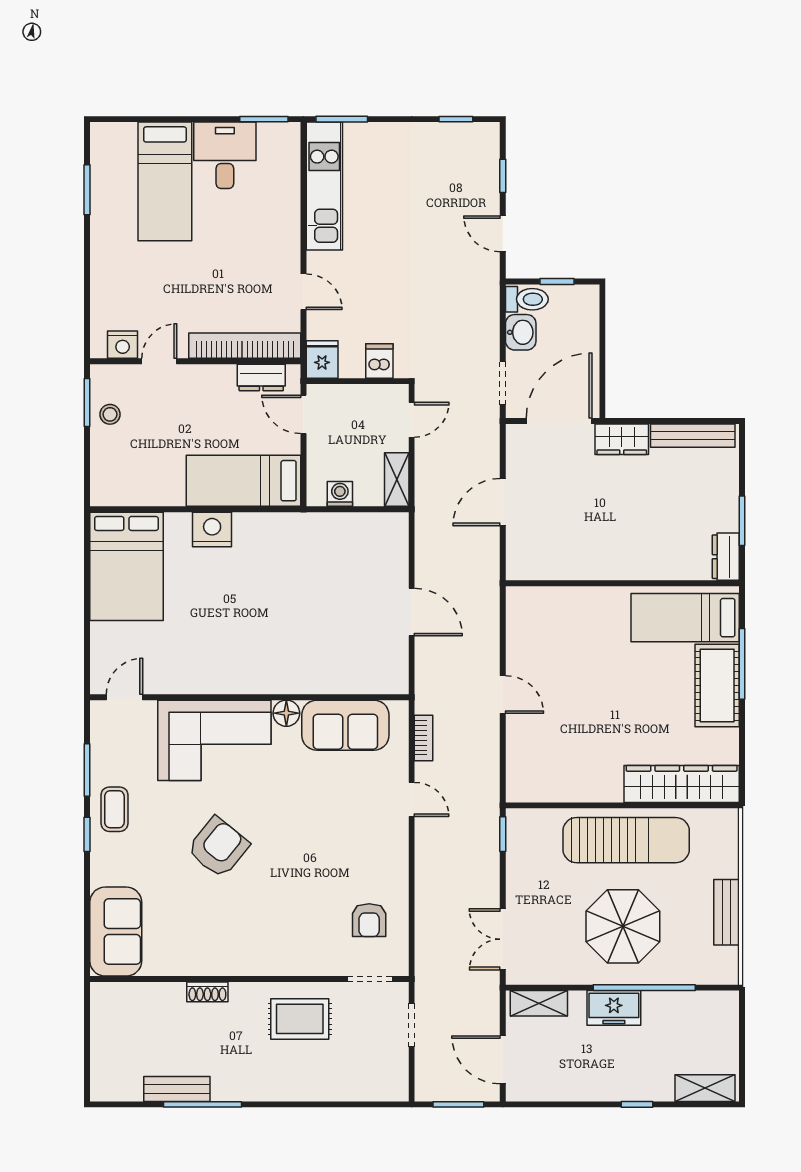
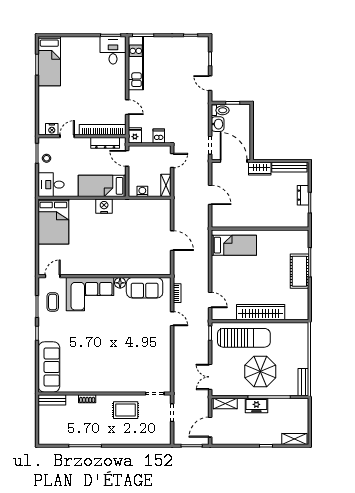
desk: (225, 155) -> (113, 50), moved
bed: (165, 181) -> (49, 61), moved
dresser: (261, 377) -> (105, 143), width x1.44
door: (559, 421) -> (234, 161), hinge flipped
desk: (121, 478) -> (51, 185), added
door: (503, 502) -> (210, 195), swing flipped
nightstand: (212, 530) -> (104, 206), moved
dresser: (726, 557) -> (303, 195), moved
bed: (685, 618) -> (234, 245), moved, turned 180
door: (503, 694) -> (210, 300), moved
wardrobe: (682, 784) -> (261, 312), moved
coffee table: (114, 809) -> (53, 302), moved
sun lounger: (626, 840) -> (244, 338), moved
armchair: (218, 847) -> (92, 339), removed
bench: (726, 912) -> (303, 382), moved
armchair: (369, 920) -> (154, 369), removed
sofa: (116, 932) -> (49, 367), width x1.36
door: (503, 1060) -> (210, 427), hinge flipped
bench: (177, 1089) -> (52, 400), moved

